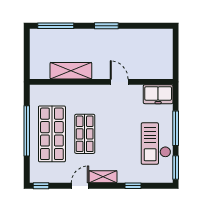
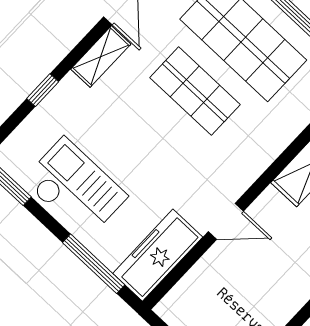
freezer: (158, 94) -> (158, 255), width x1.40
window: (176, 128) -> (94, 264), moved

